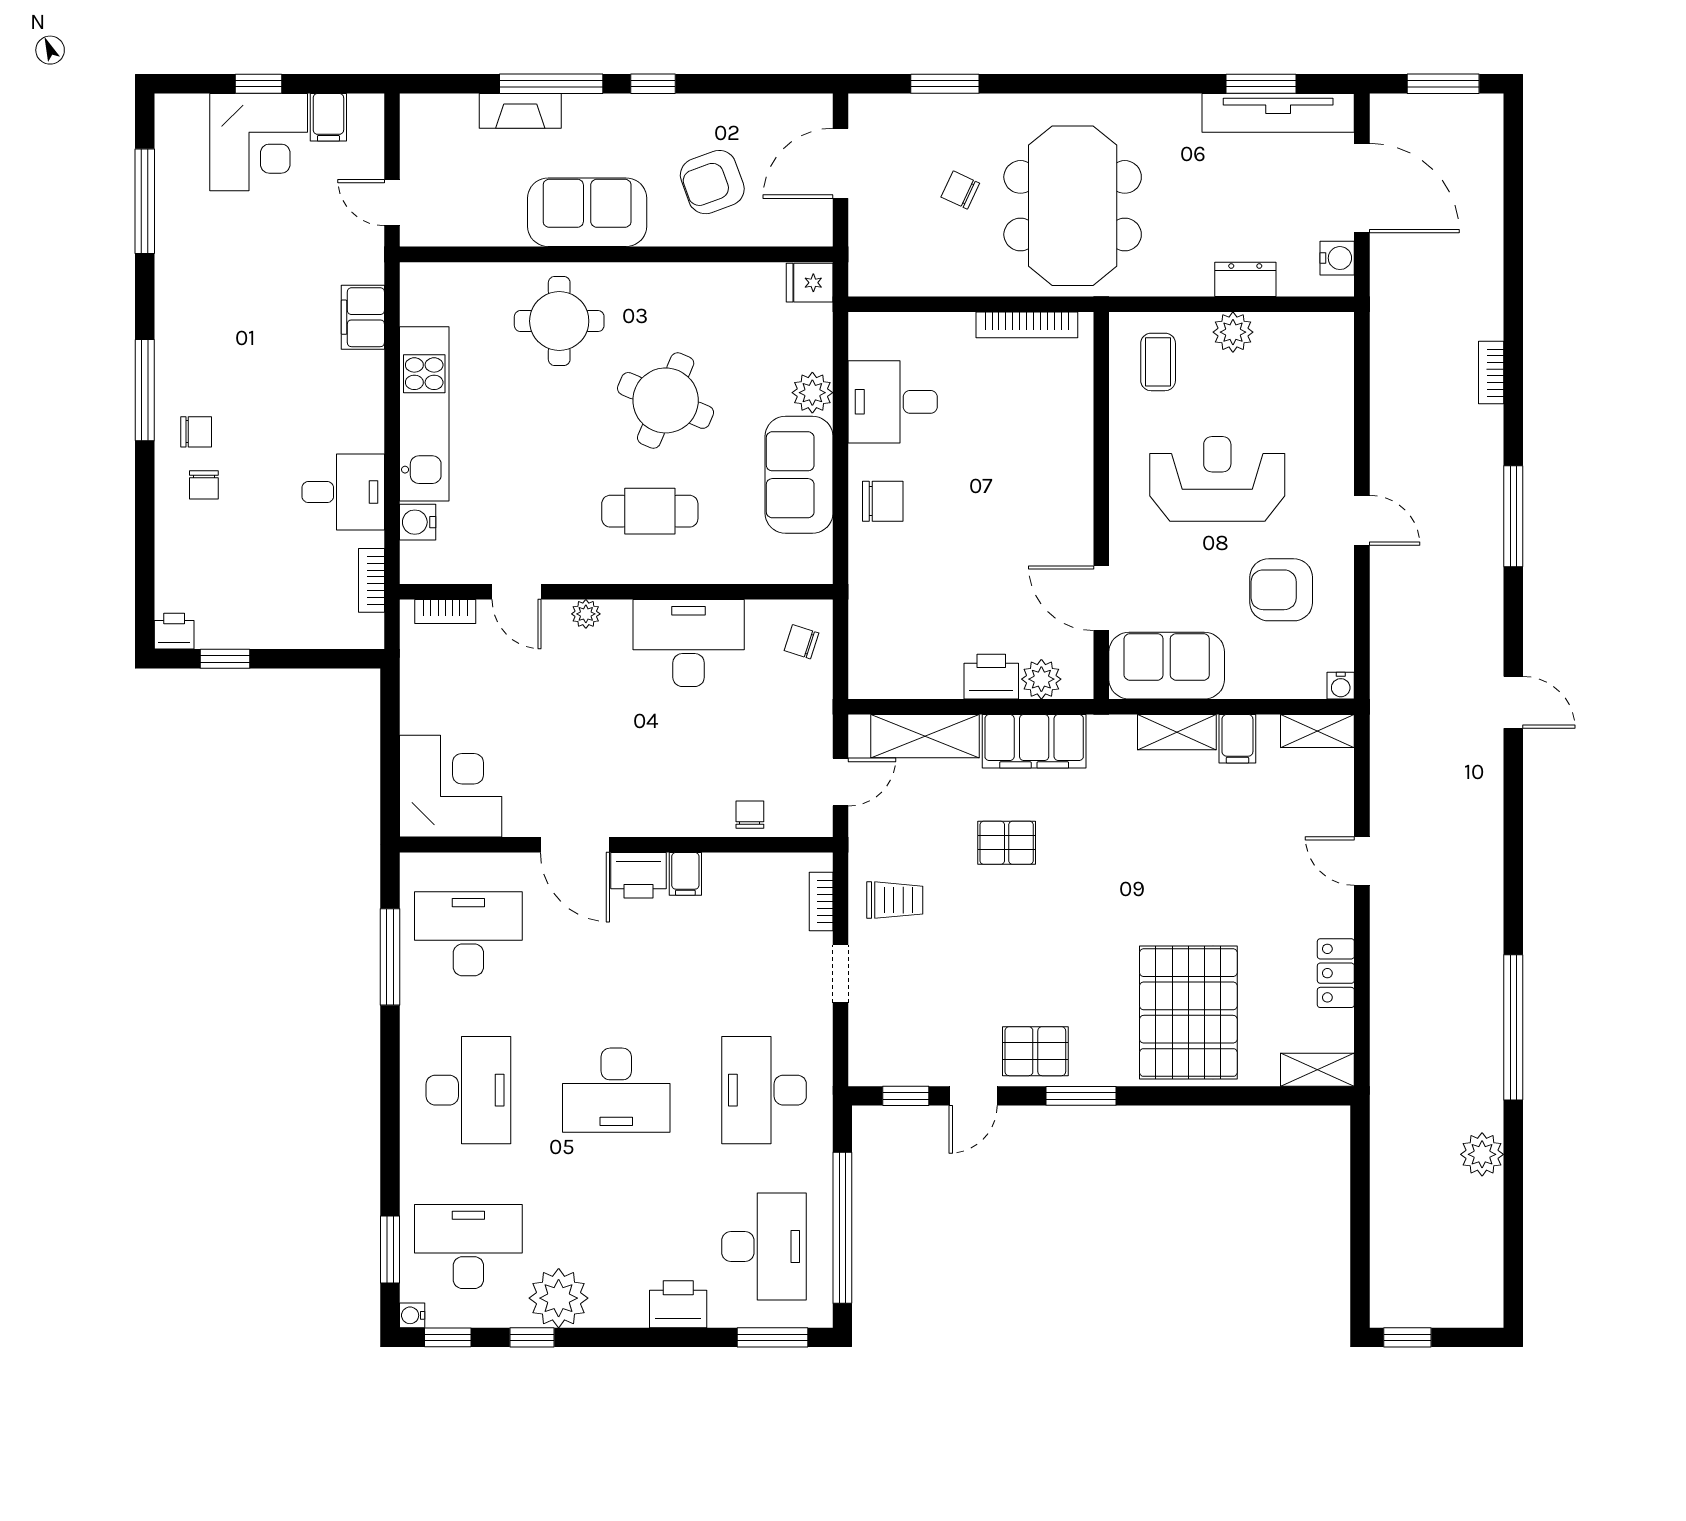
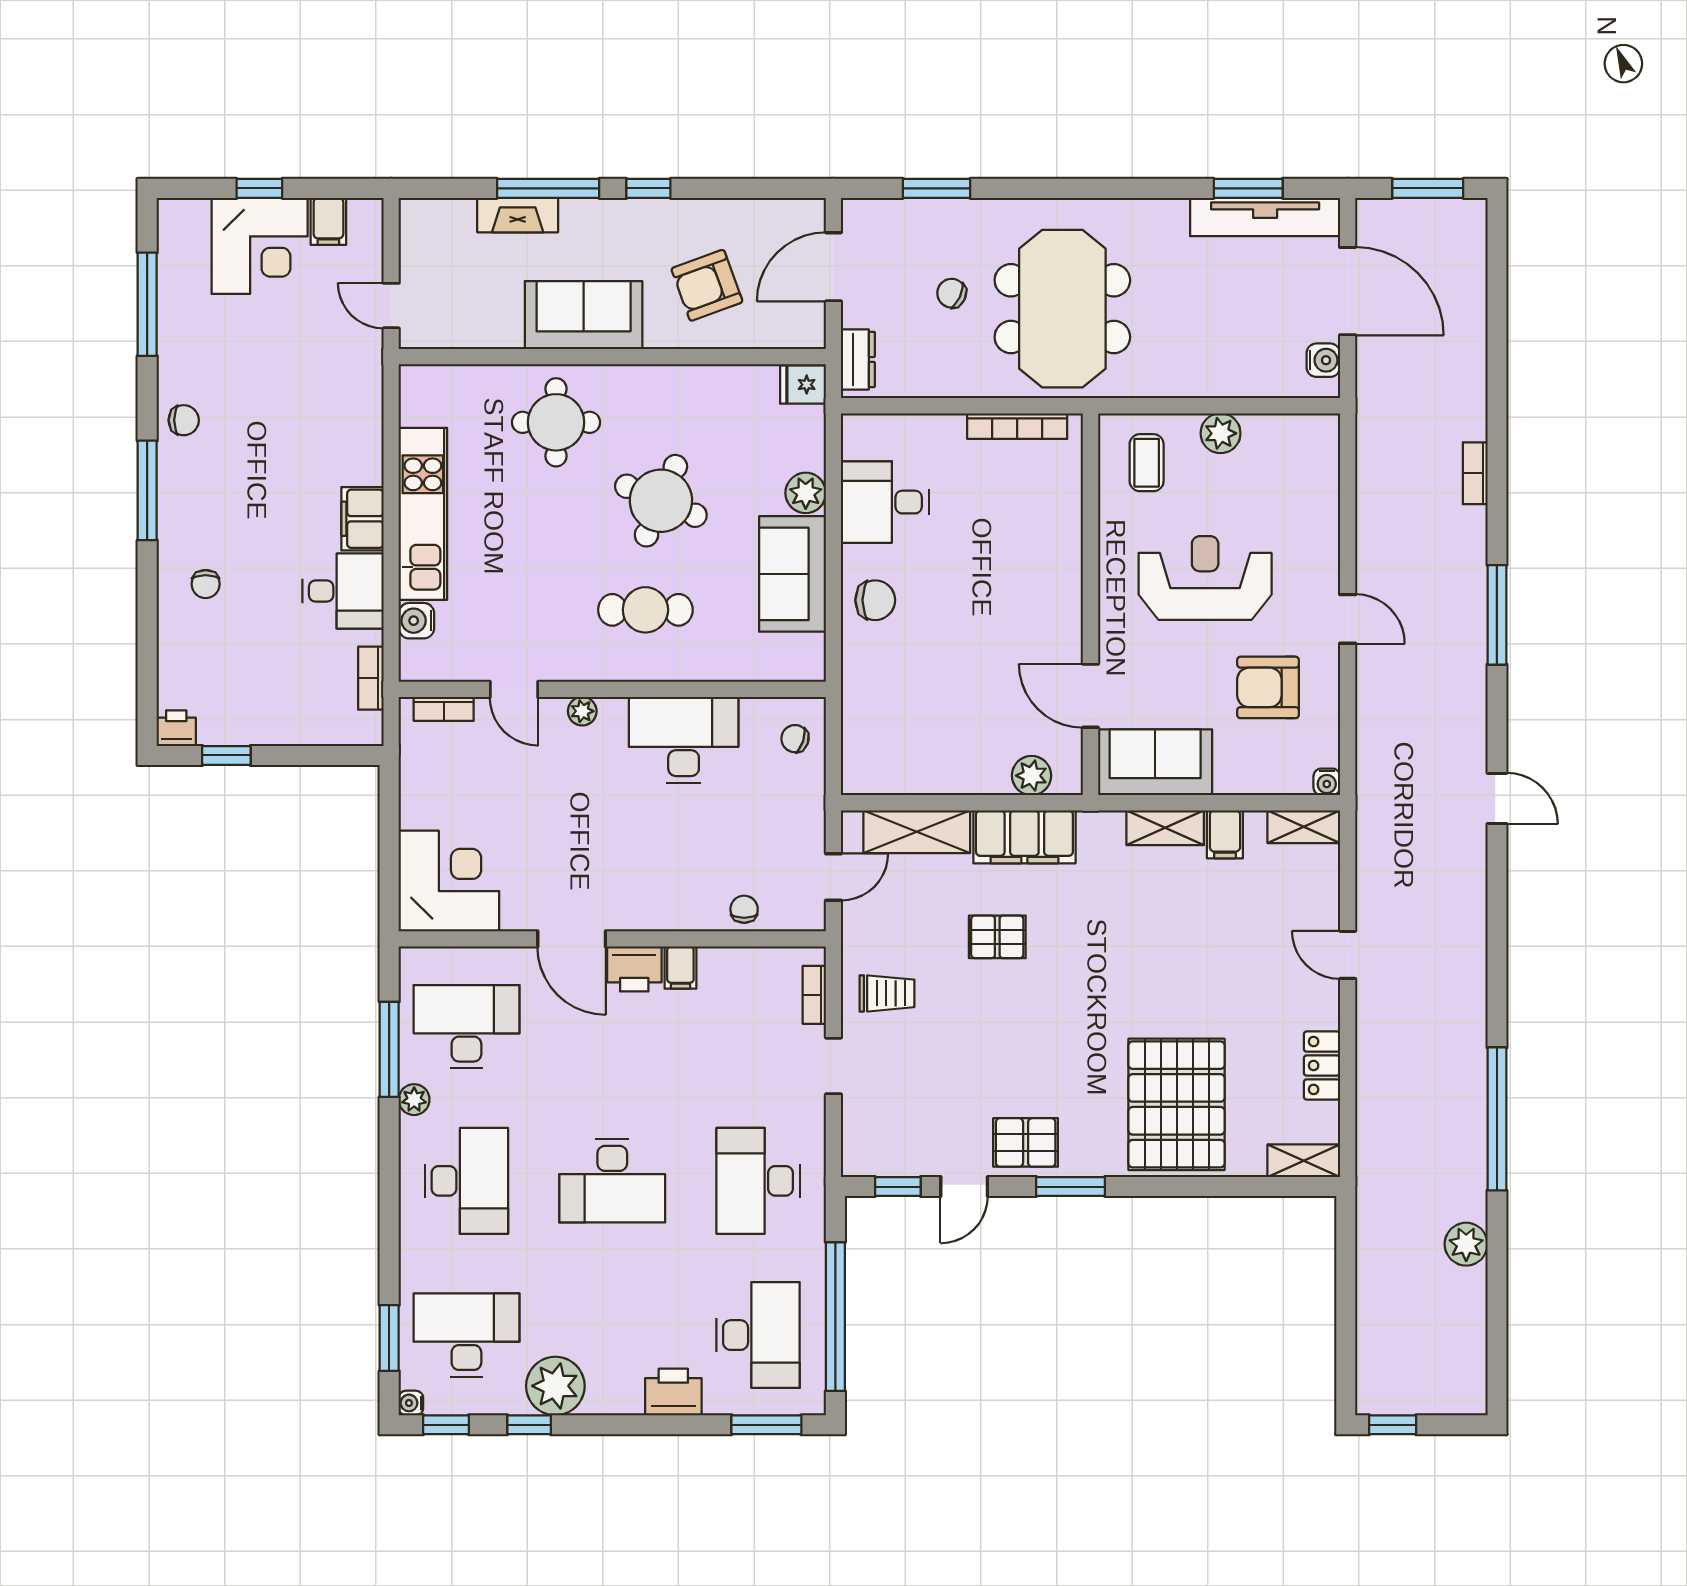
dresser: (1245, 279) -> (858, 359), moved, turned 90
filing cabinet: (363, 317) -> (362, 519), moved
chair: (196, 432) -> (184, 420), moved
printer: (991, 677) -> (982, 773), removed
plant: (415, 1008) -> (414, 1100), added

